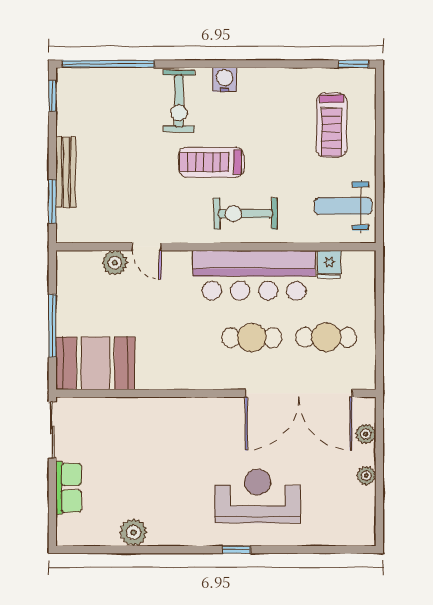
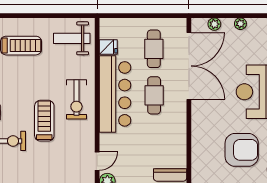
treadmill: (211, 162) -> (44, 121), turned 180
weight bench: (343, 206) -> (72, 38), turned 90
armchair: (165, 478) -> (242, 150), added

